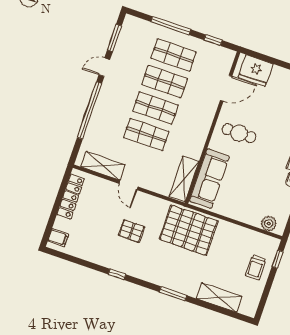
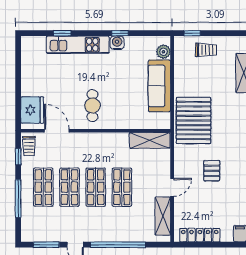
trolley: (220, 55) -> (29, 146), added
sofa: (209, 179) -> (159, 86), moved, turned -90

